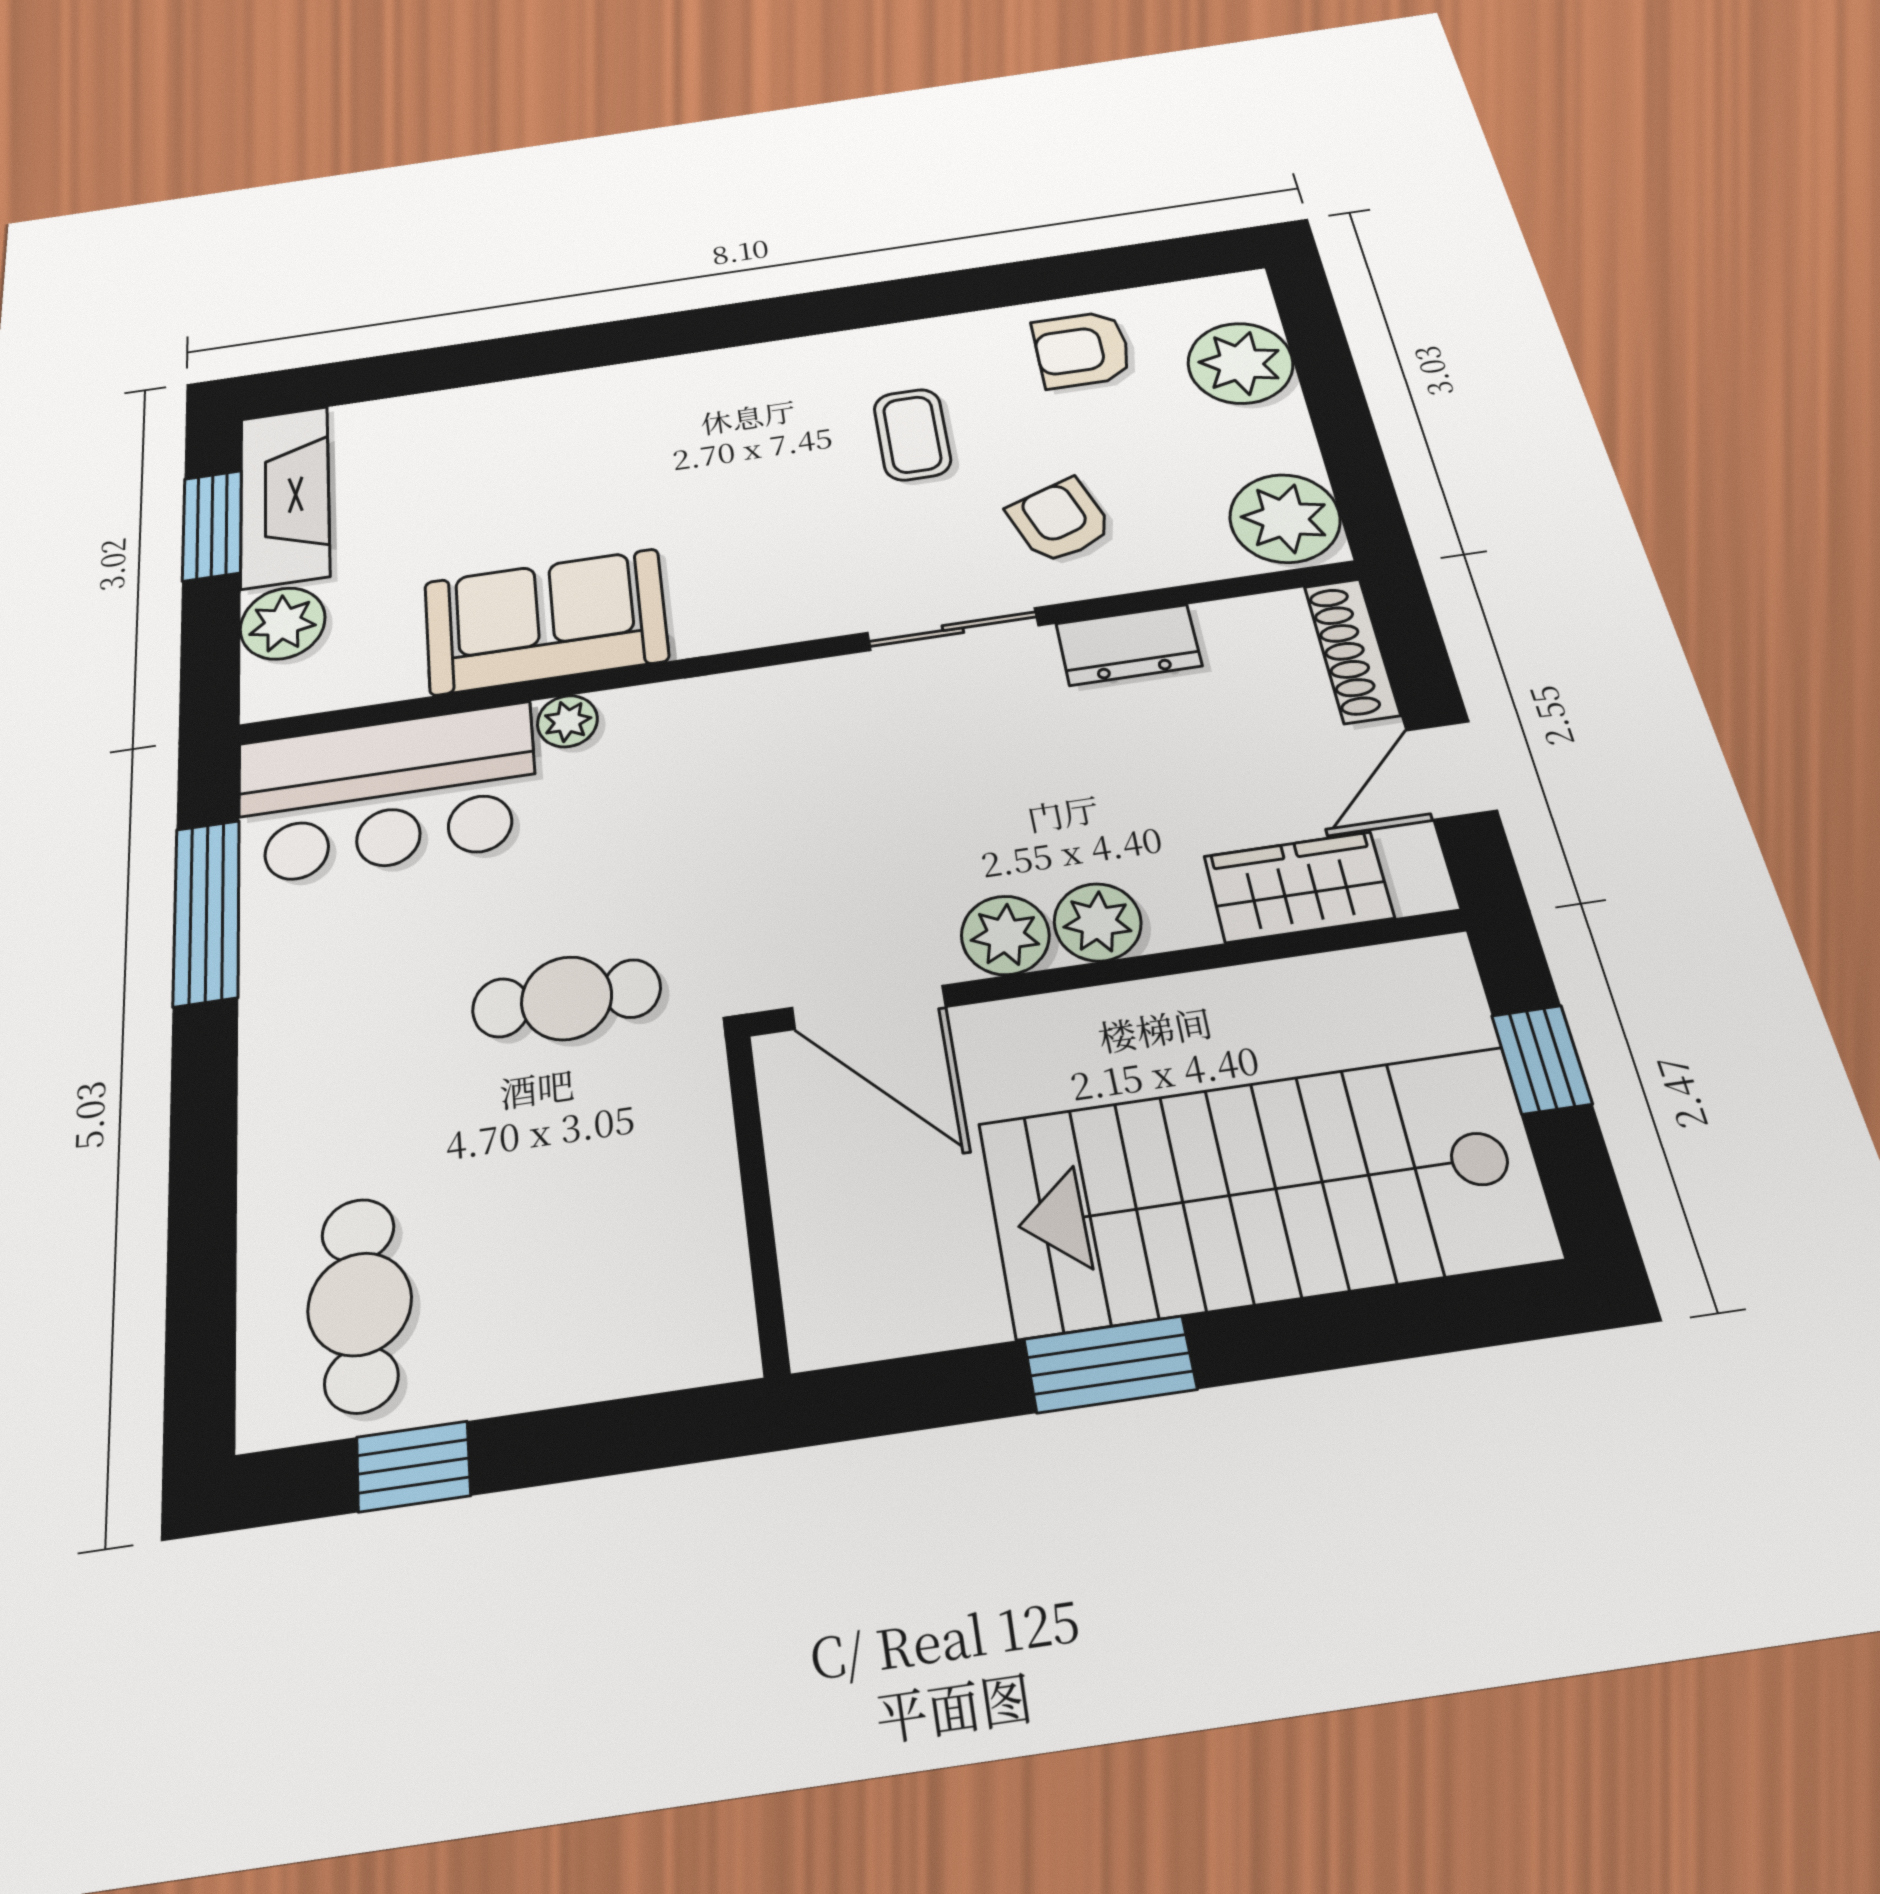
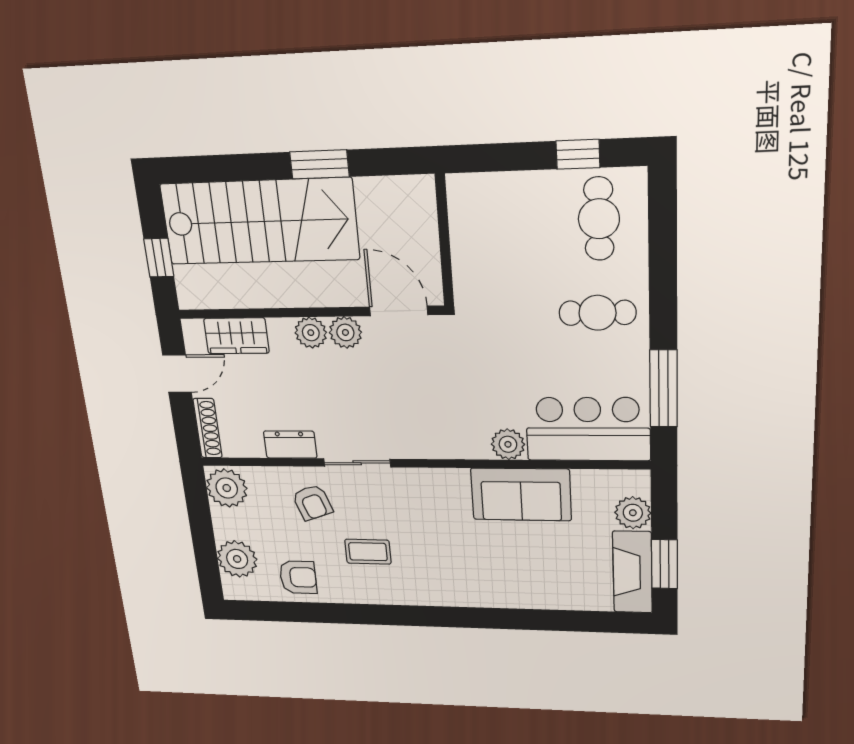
coffee table: (912, 435) -> (368, 552), turned 90
plant: (567, 721) -> (508, 444), width x1.38, depth x1.38
cafe table: (567, 998) -> (598, 313), moved

